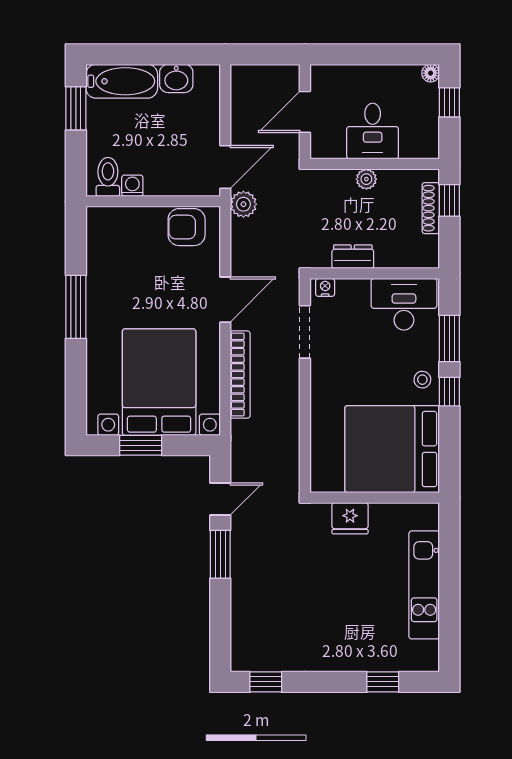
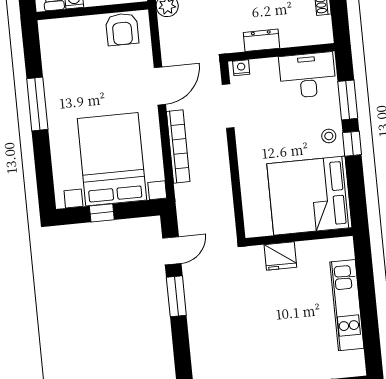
armchair: (187, 227) -> (122, 29), turned -90
window: (141, 445) -> (102, 213), width x0.67

